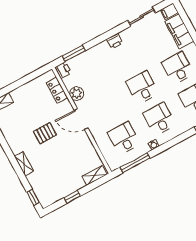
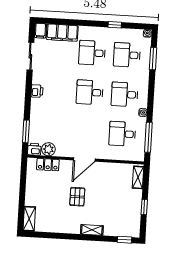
plant: (77, 94) -> (48, 149), moved

